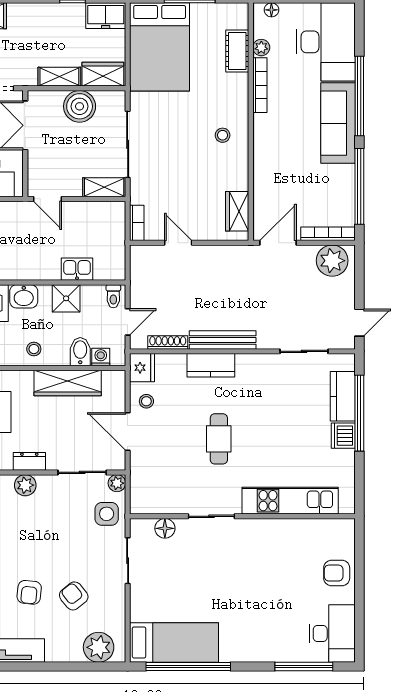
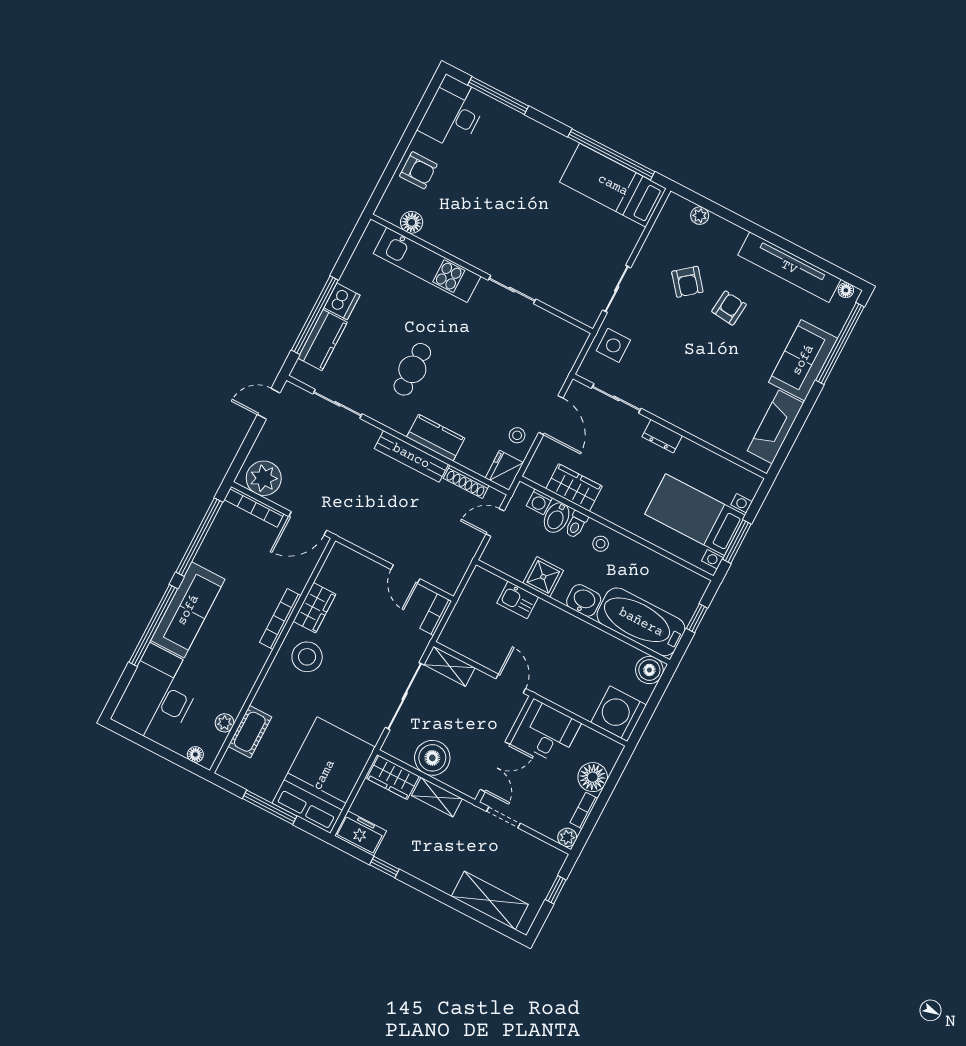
bookcase: (260, 85) -> (280, 619), moved
stool: (223, 135) -> (307, 657), width x1.89, depth x1.89
wardrobe: (237, 211) -> (314, 608), moved
toilet: (113, 296) -> (576, 525), moved, turned 180
wardrobe: (68, 383) -> (574, 488), width x0.67
cafe table: (219, 439) -> (412, 369), moved
plant: (117, 483) -> (588, 370), removed
plant: (25, 485) -> (678, 415), removed
floor lamp: (165, 528) -> (412, 222), moved
plant: (99, 647) -> (700, 216), width x0.53, depth x0.53

